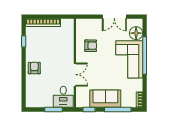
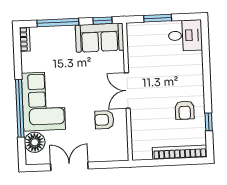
armchair: (34, 68) -> (185, 110), moved
double door: (75, 75) -> (127, 91), moved
desk: (63, 97) -> (185, 35), moved, turned 90
sofa: (105, 99) -> (100, 38), moved

